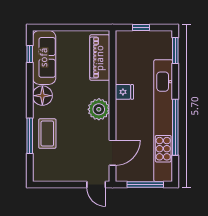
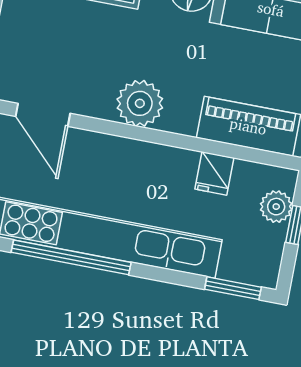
plant: (134, 38) -> (276, 207), added
fridge: (124, 92) -> (214, 173), moved

